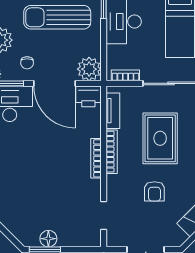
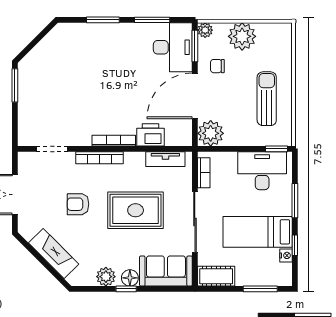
sun lounger: (57, 17) -> (267, 99), width x0.73, depth x0.75
printer: (88, 96) -> (150, 135), moved, turned 90
bookcase: (112, 152) -> (100, 158), moved
floor lamp: (48, 239) -> (27, 89), removed

